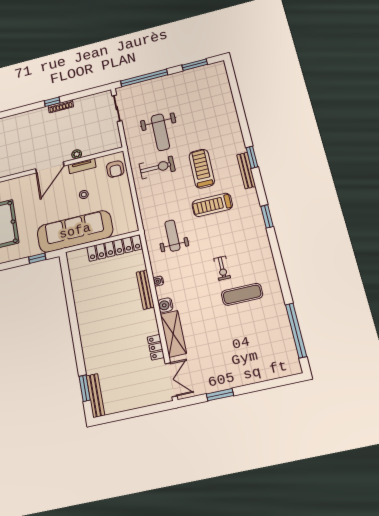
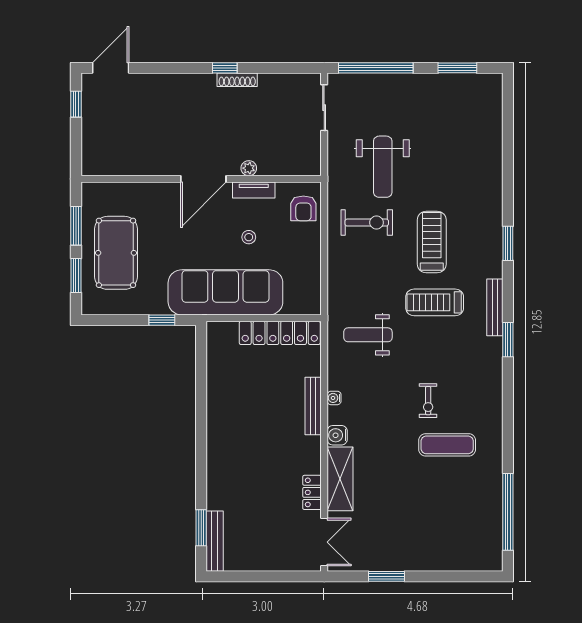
bench: (246, 171) -> (495, 307), moved
weight bench: (172, 236) -> (368, 335), turned -90

